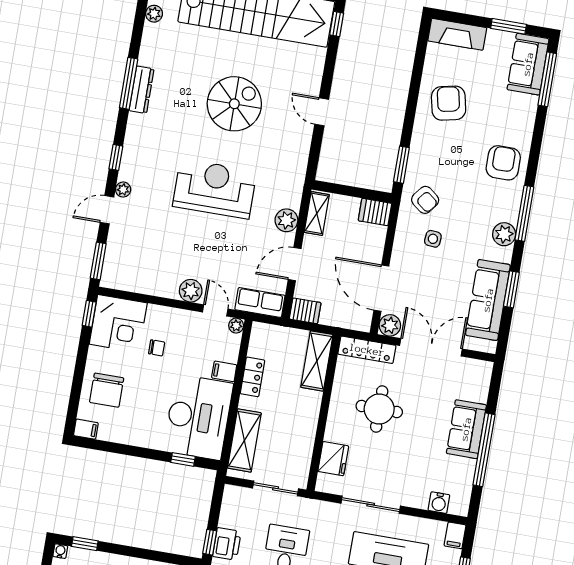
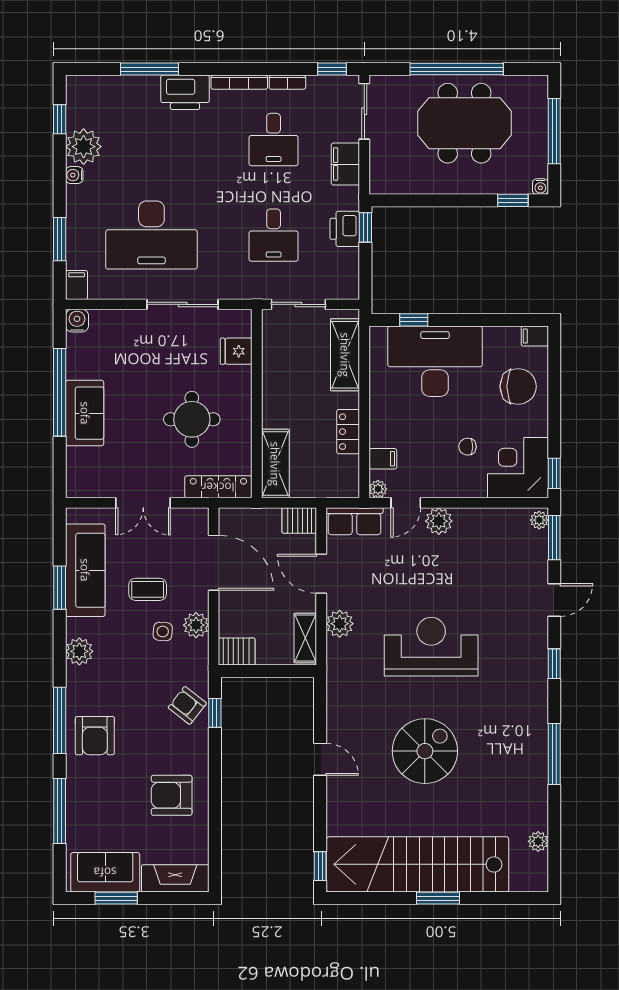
sofa: (528, 64) -> (105, 872), moved, turned -90
window: (547, 79) -> (60, 811), moved
dresser: (142, 90) -> (538, 749), removed
armchair: (449, 103) -> (172, 795), turned 102
spiral stairs: (234, 104) -> (425, 751), turned 180
window: (401, 165) -> (215, 713), width x0.67
reception desk: (215, 189) -> (431, 647), turned 180
plant: (123, 190) -> (539, 520), moved
armchair: (425, 200) -> (187, 705), moved
window: (524, 213) -> (60, 720), moved
door: (295, 264) -> (321, 574), swing flipped
coffee table: (439, 276) -> (148, 589), added
door: (215, 310) -> (406, 503), hinge flipped
plant: (390, 325) -> (196, 625), moved
double door: (431, 347) -> (143, 503), width x0.73
filing cabinet: (224, 371) -> (383, 459), moved
chair: (107, 390) -> (518, 386), turned 90
desk: (198, 417) -> (435, 361), moved, turned 90
fridge: (333, 459) -> (236, 351), width x0.72
water cooler: (439, 503) -> (77, 321), moved

